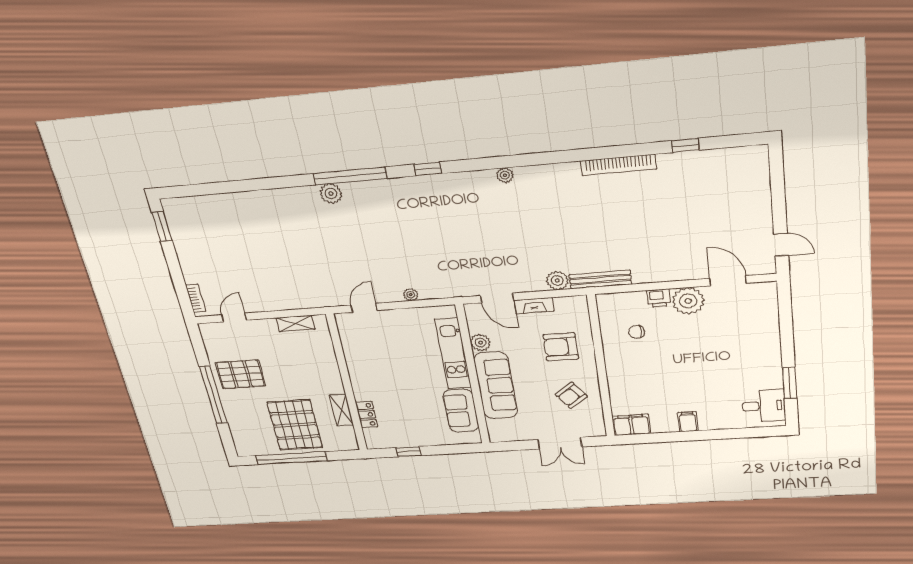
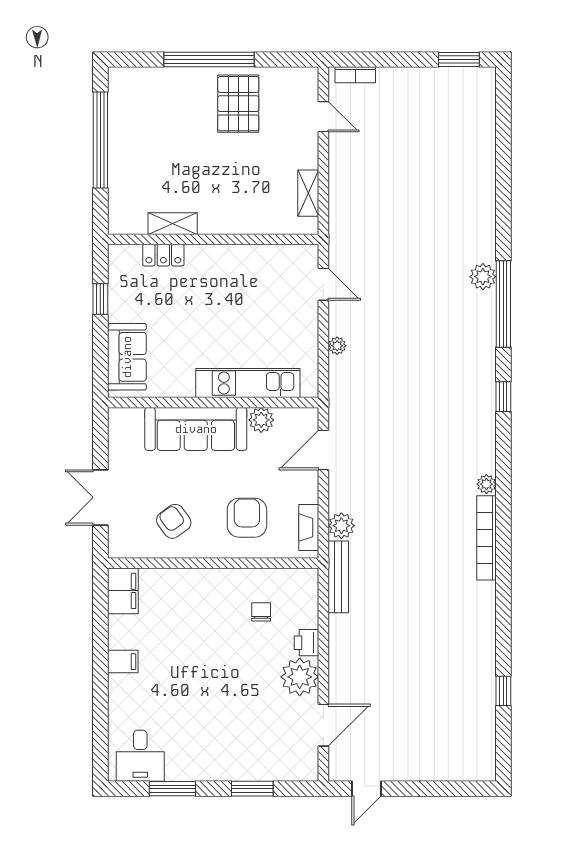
bookcase: (618, 165) -> (487, 538), moved
fireplace: (534, 306) -> (309, 528), moved
window: (786, 328) -> (252, 789), added
sofa: (461, 411) -> (127, 357), moved, turned 90
pallet: (295, 425) -> (154, 157), removed

